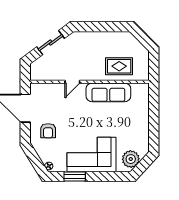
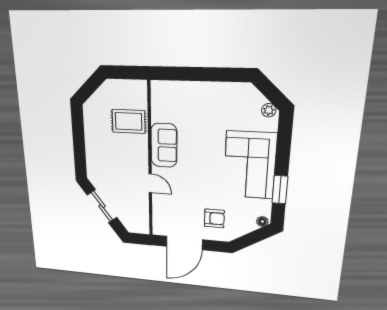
rug: (119, 66) -> (129, 121), turned 90
sofa: (108, 92) -> (164, 145), width x0.73
plant: (131, 159) -> (269, 110), width x0.53, depth x0.53

